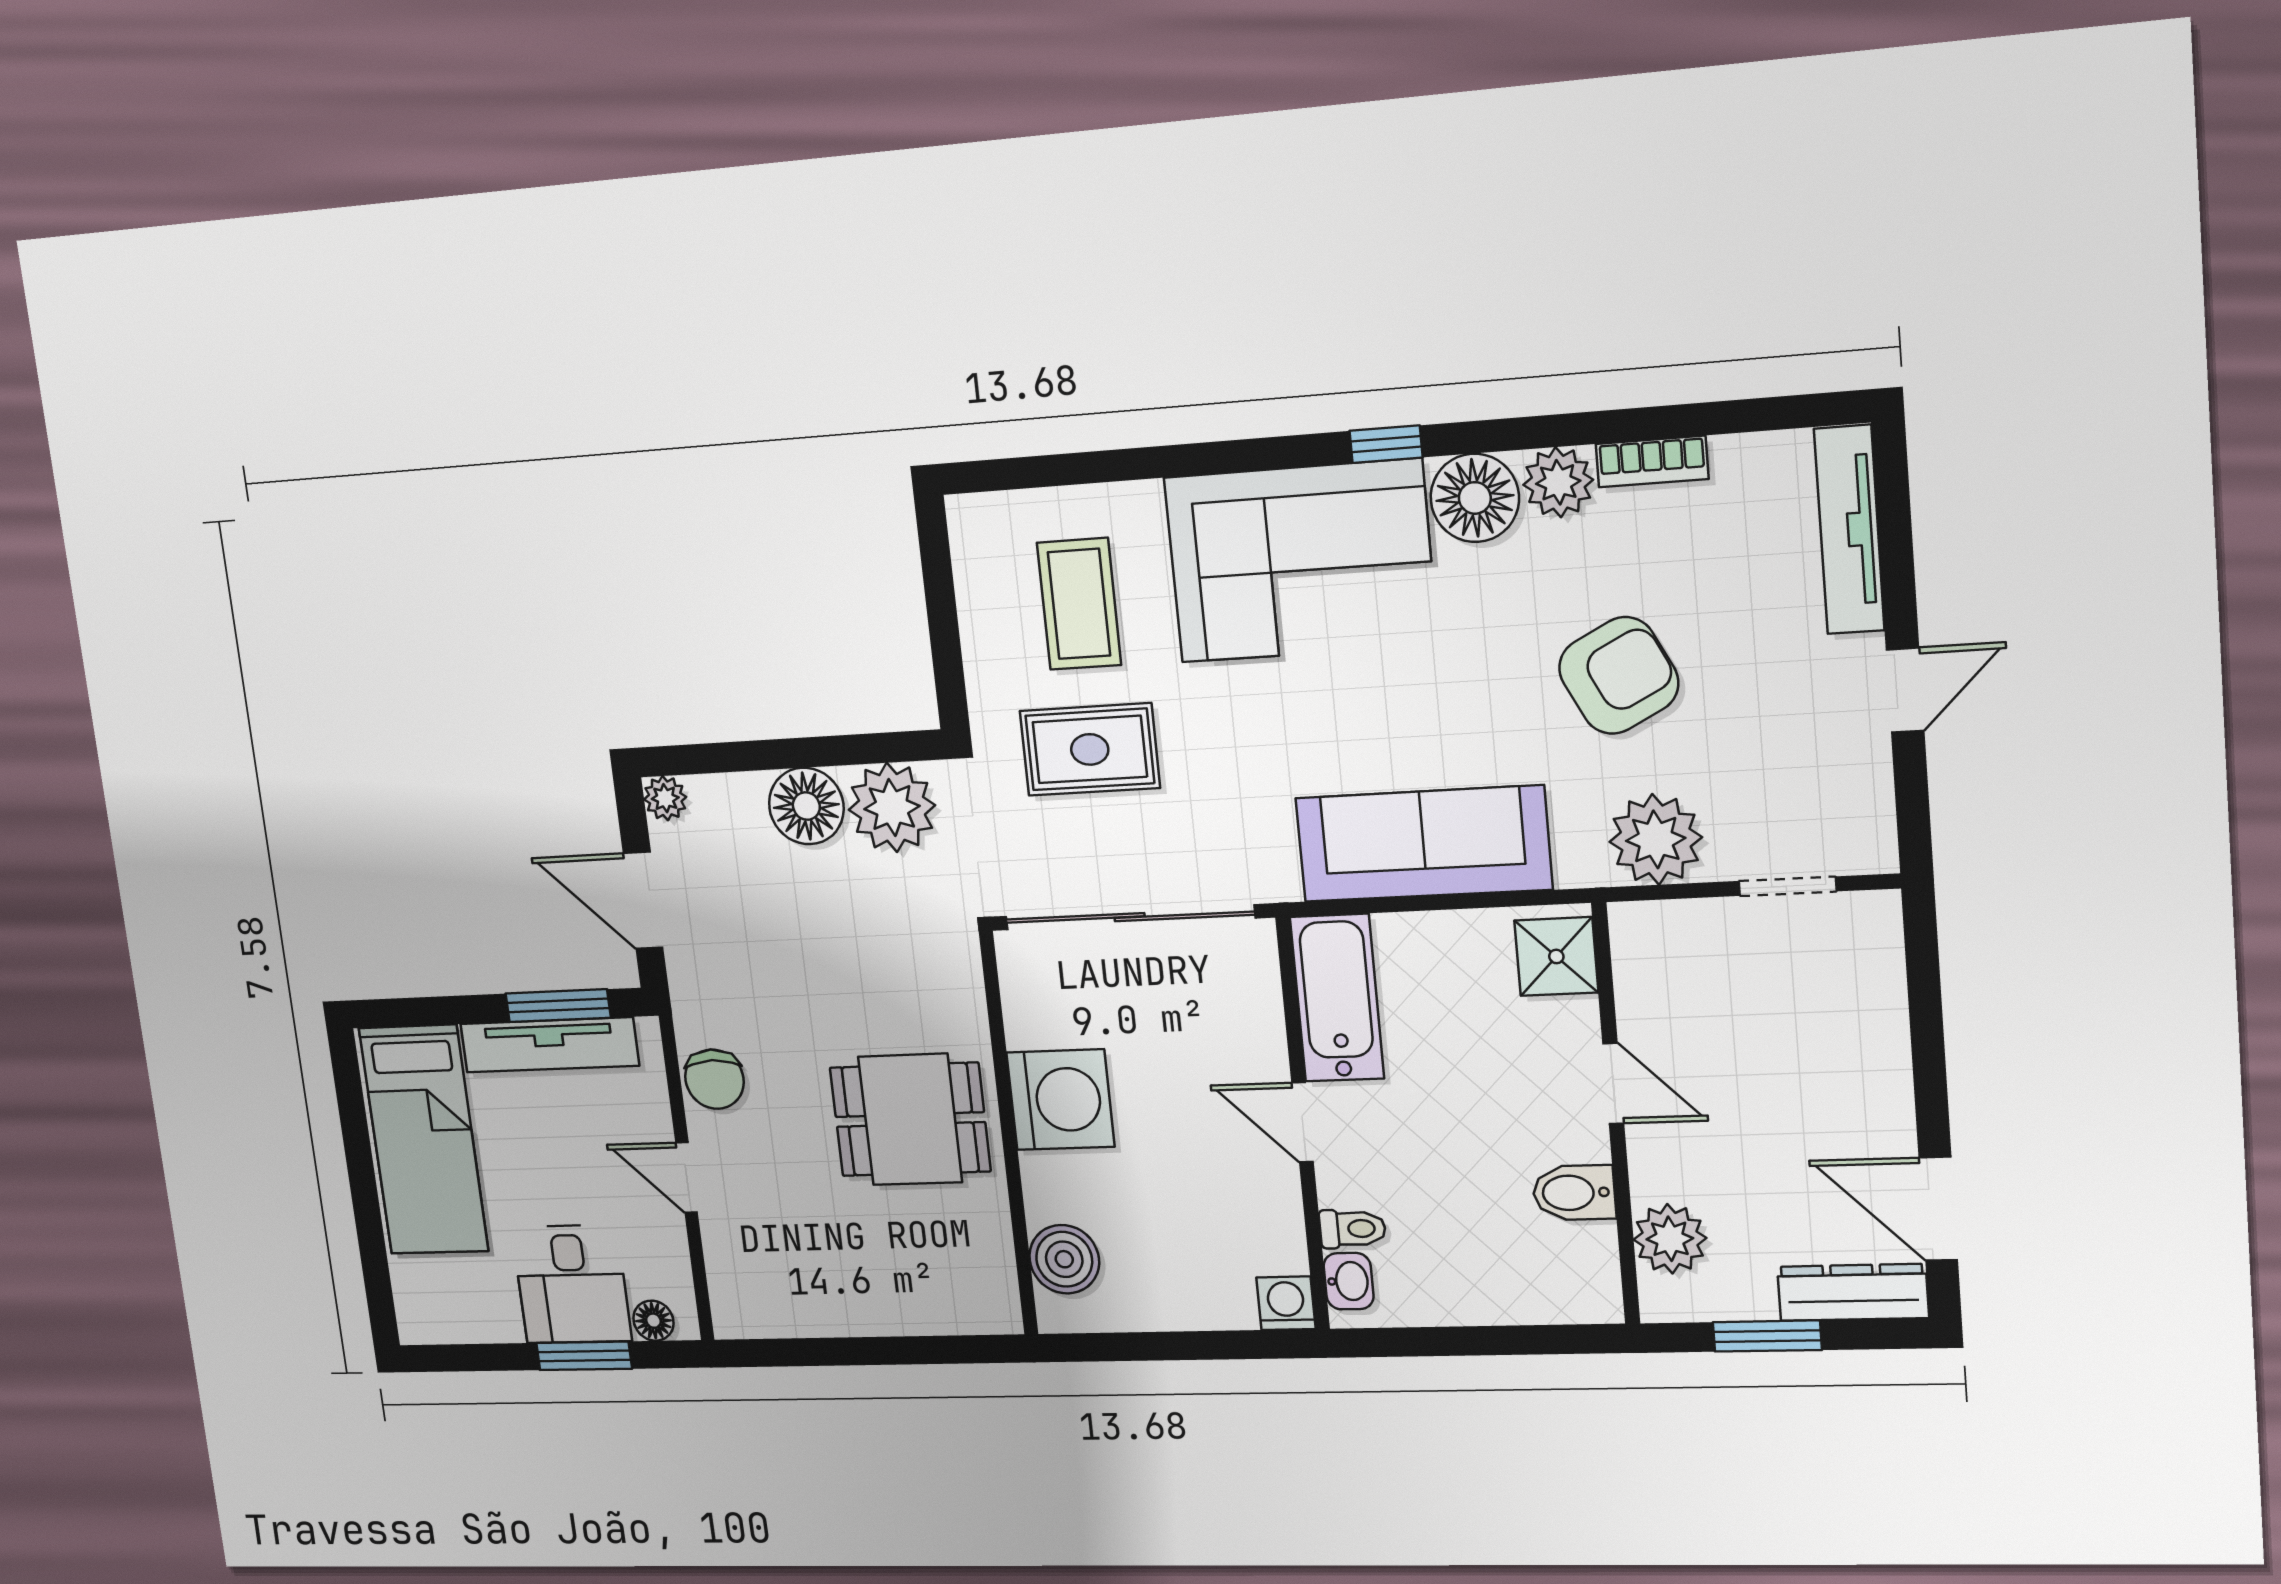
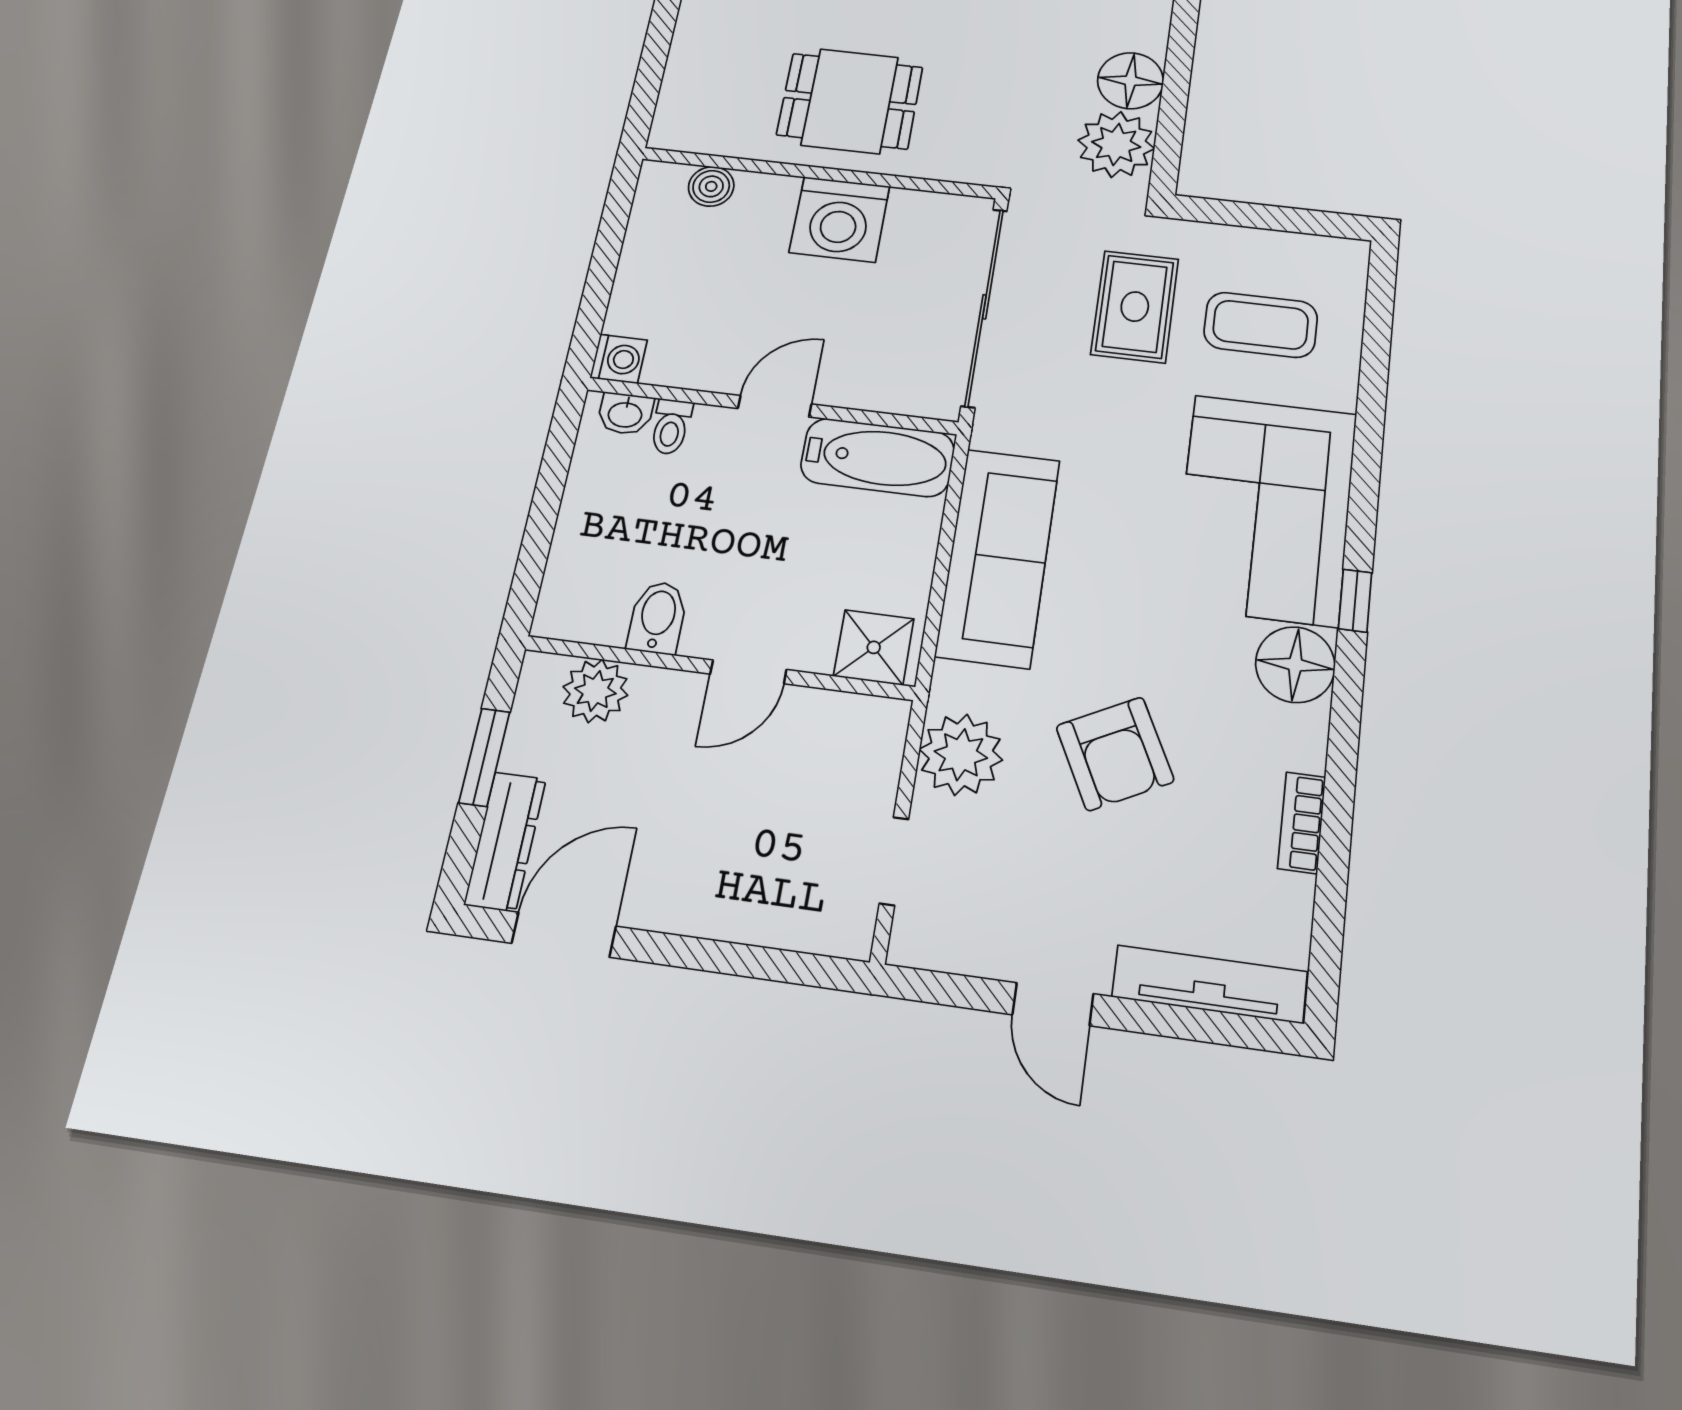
plant: (1558, 482) -> (1297, 738), removed
dining table: (910, 1119) -> (850, 101), turned 90
boiler: (1064, 1259) -> (711, 186), width x0.73, depth x0.73

